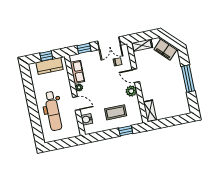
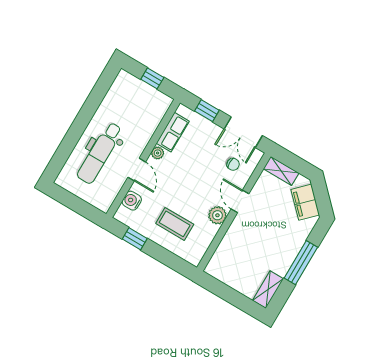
kitchen counter: (50, 66) -> (145, 94), removed
shelving: (150, 111) -> (268, 290), moved
window: (126, 131) -> (135, 239), moved

